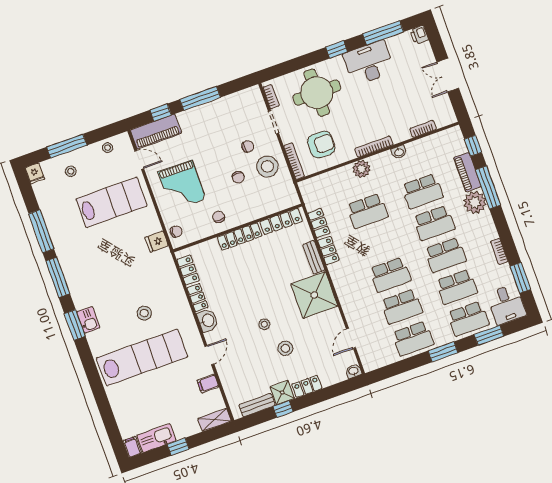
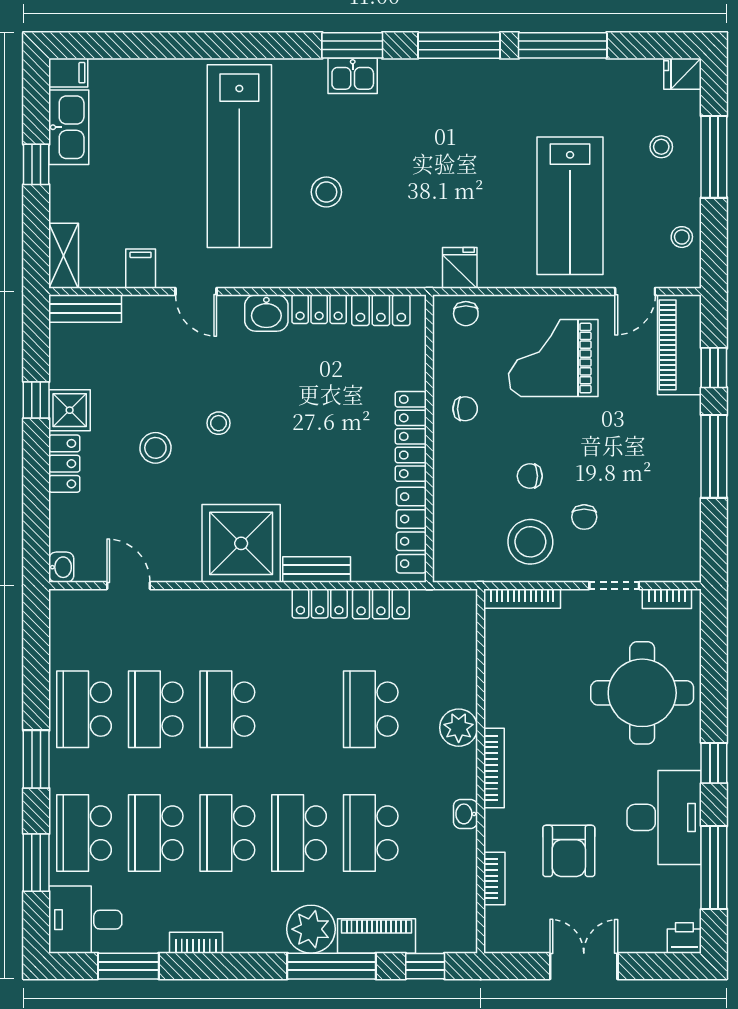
armchair: (321, 145) -> (569, 851), moved
bench: (257, 405) -> (85, 309), moved, turned 90

